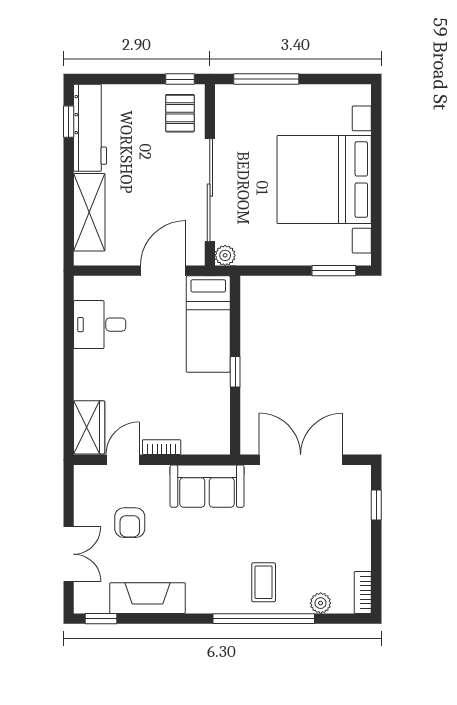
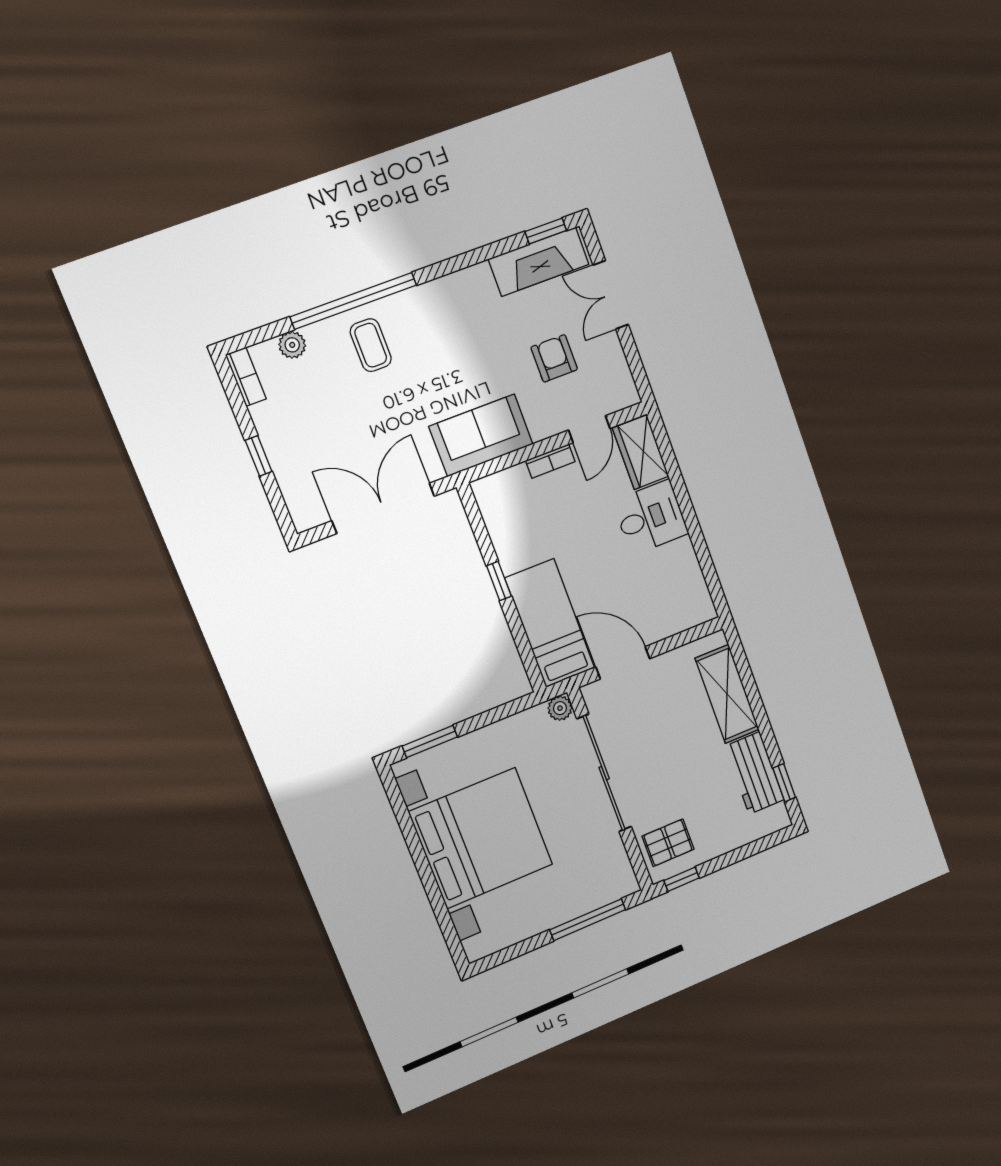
pallet: (180, 113) -> (668, 843), turned 90
workbench: (90, 128) -> (754, 773), width x0.73
door: (163, 271) -> (623, 663), swing flipped
desk: (100, 325) -> (651, 517), moved
double door: (301, 460) -> (383, 508), swing flipped
window: (376, 505) -> (259, 456), moved
fireplace: (147, 598) -> (539, 262), moved

